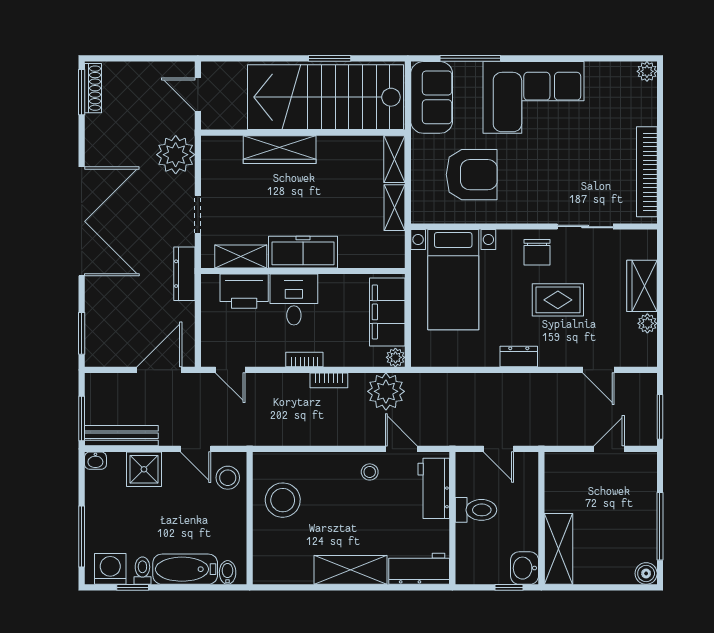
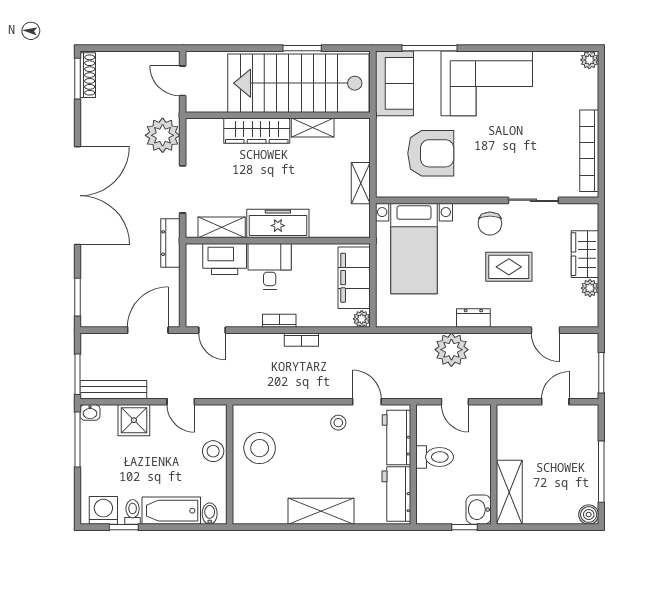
shelving: (394, 159) -> (313, 128), moved, turned 90
doorway: (198, 214) -> (183, 189), width x1.38
plant: (386, 391) -> (451, 350), moved
stool: (228, 478) -> (213, 451), moved
window: (82, 537) -> (77, 440), moved
workbench: (419, 569) -> (396, 494), moved, turned -90

